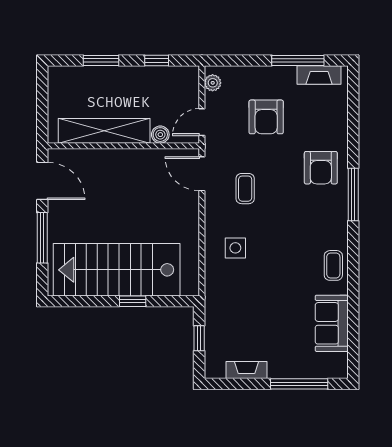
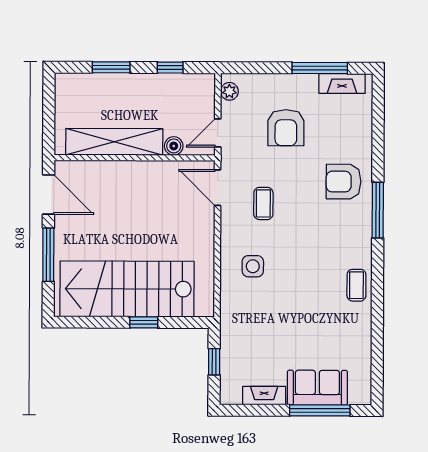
armchair: (321, 168) -> (344, 182), turned 90
sofa: (332, 323) -> (317, 388), moved, turned 90

